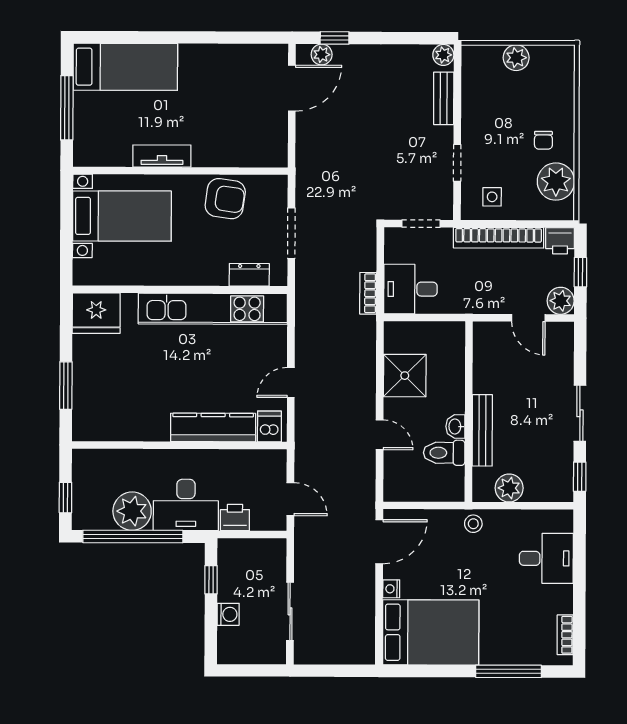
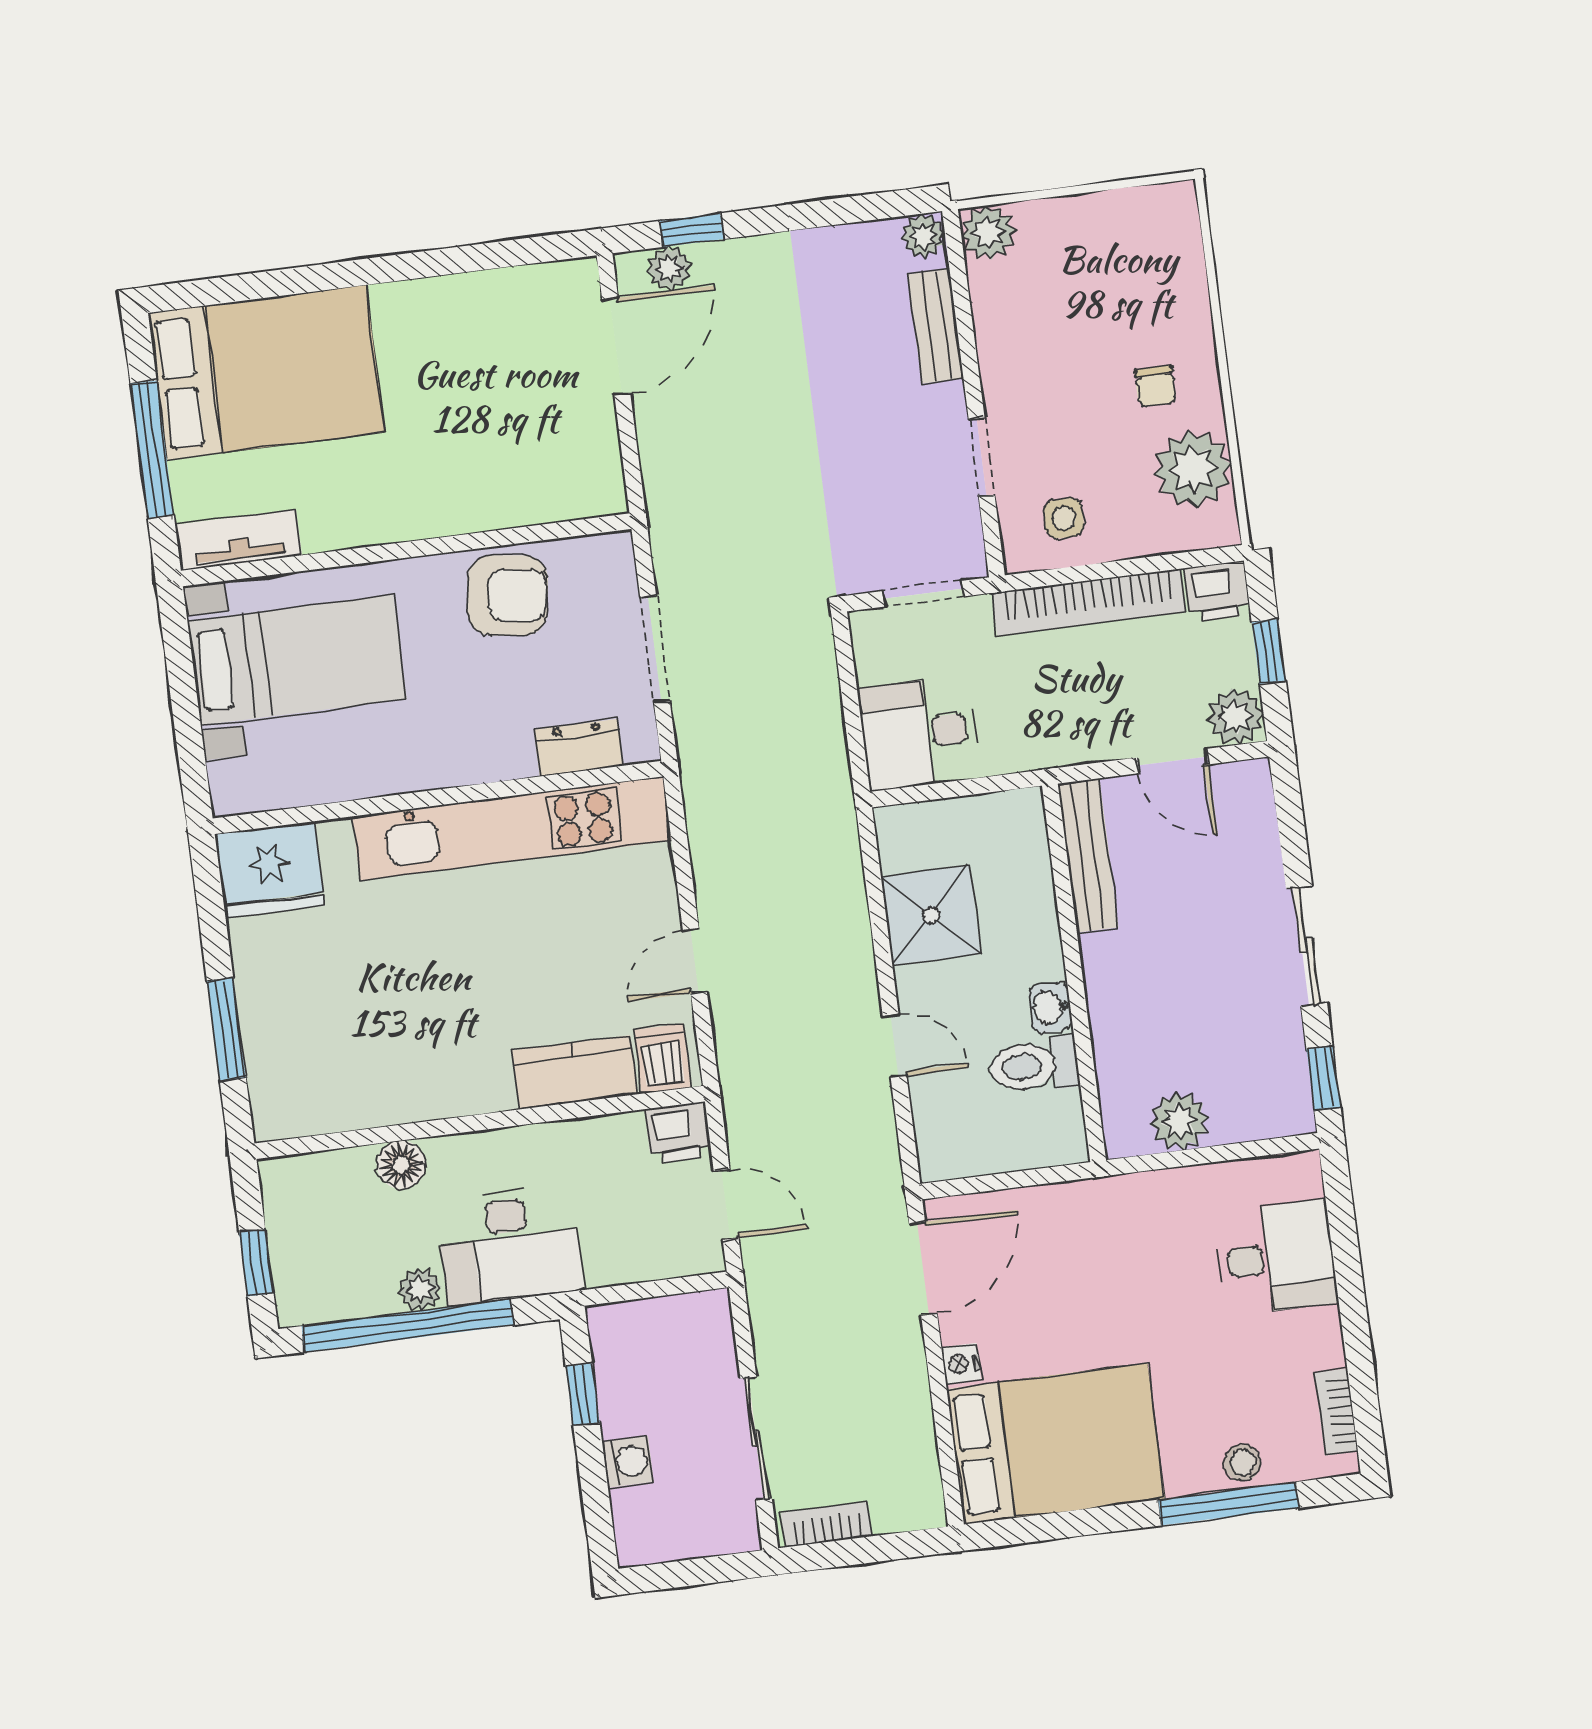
plant: (516, 58) -> (988, 233), moved
bed: (125, 67) -> (266, 372), width x1.50
tv unit: (162, 156) -> (238, 540), moved
bookcase: (368, 293) -> (827, 1524), moved, turned 90
kitchen counter: (213, 427) -> (575, 1072), width x0.67
bench: (482, 430) -> (1088, 855), moved
floor lamp: (140, 460) -> (401, 1165), added
plant: (132, 511) -> (420, 1289), width x0.53, depth x0.53
printer: (235, 517) -> (678, 1133), moved, turned 180
stool: (473, 524) -> (1242, 1463), moved

